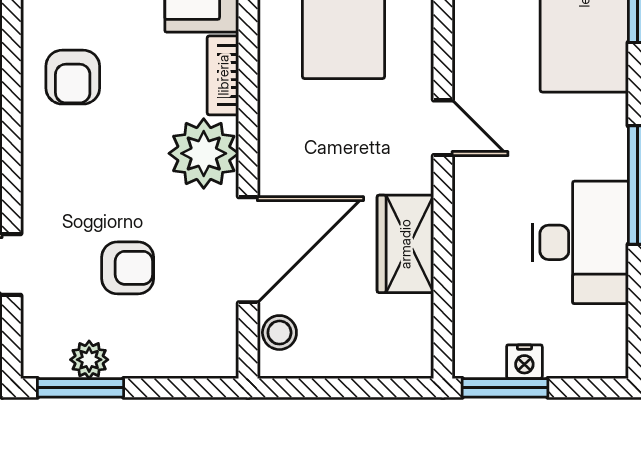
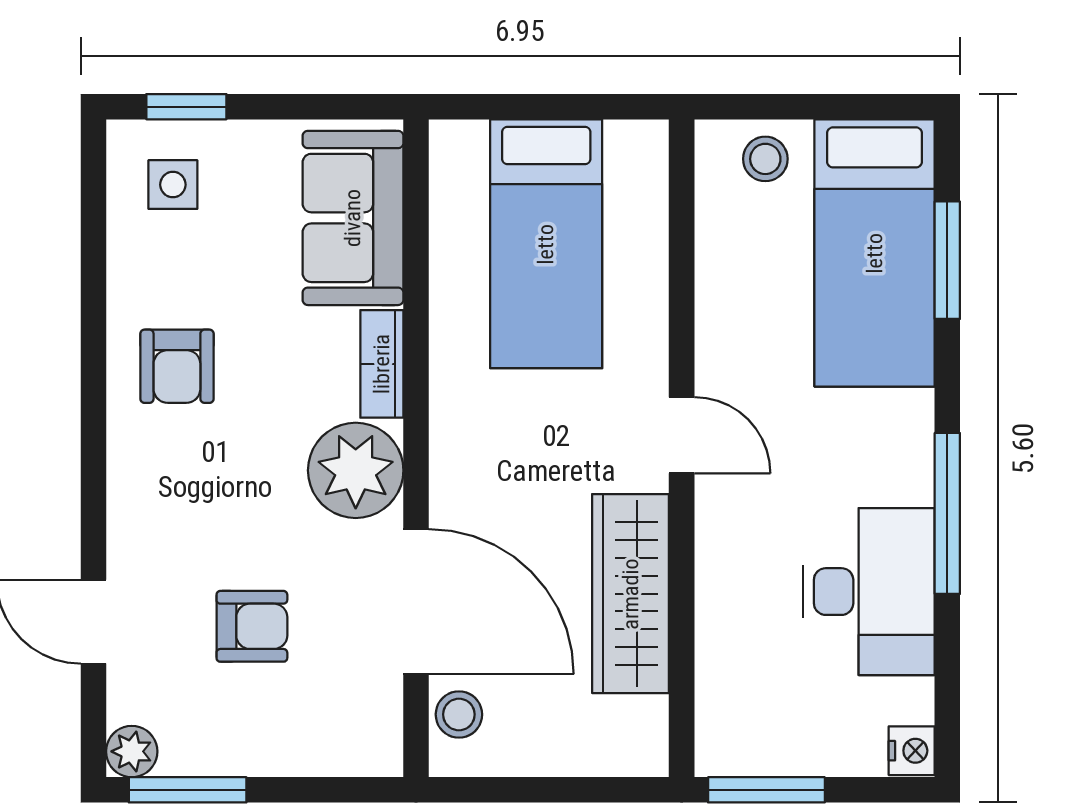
wardrobe: (405, 244) -> (631, 594), width x1.50
door: (248, 250) -> (416, 602), hinge flipped
plant: (89, 360) -> (132, 751), moved
nightstand: (524, 362) -> (912, 751), moved, turned -90

